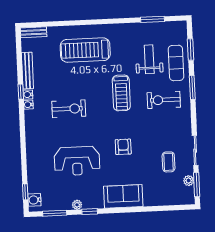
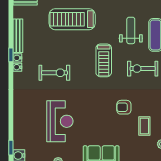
armchair: (123, 147) -> (124, 107), moved, turned -90
reception desk: (77, 161) -> (60, 121), turned -90

